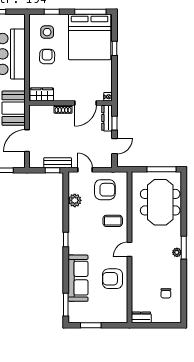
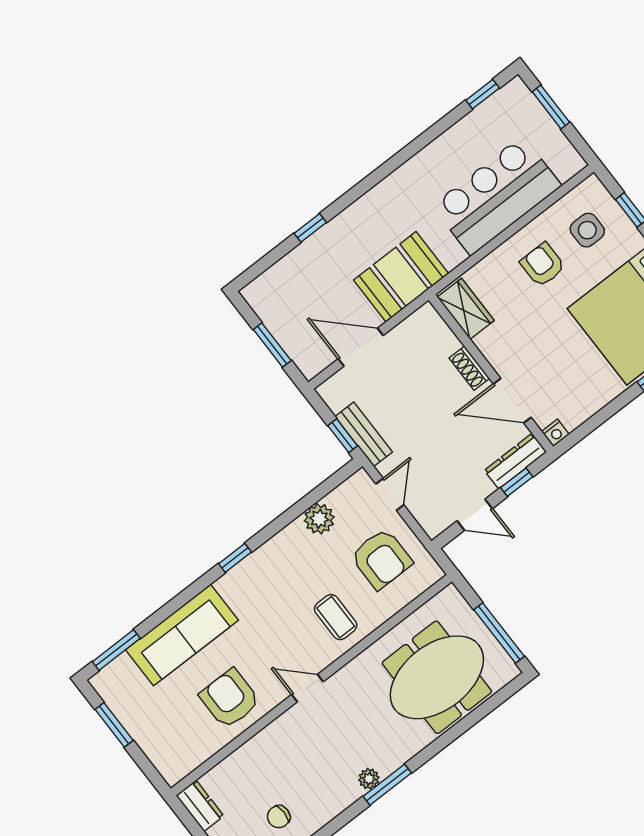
armchair: (47, 57) -> (543, 265), turned -91

